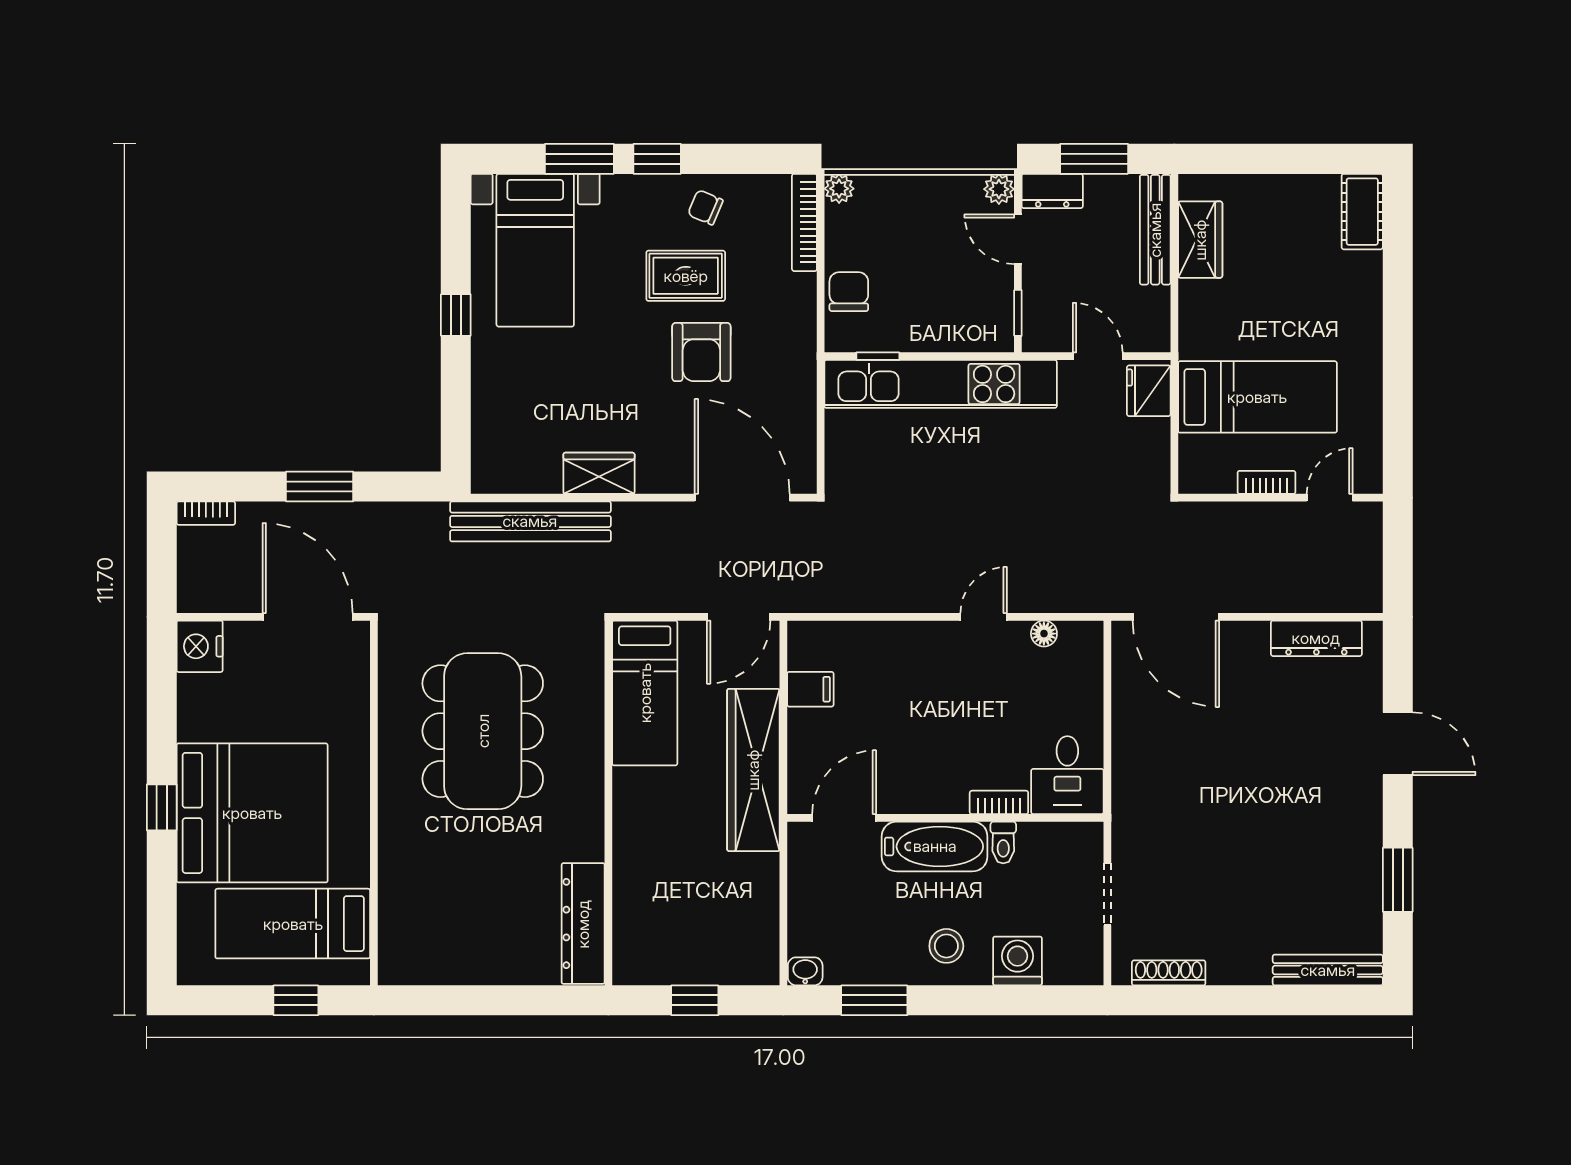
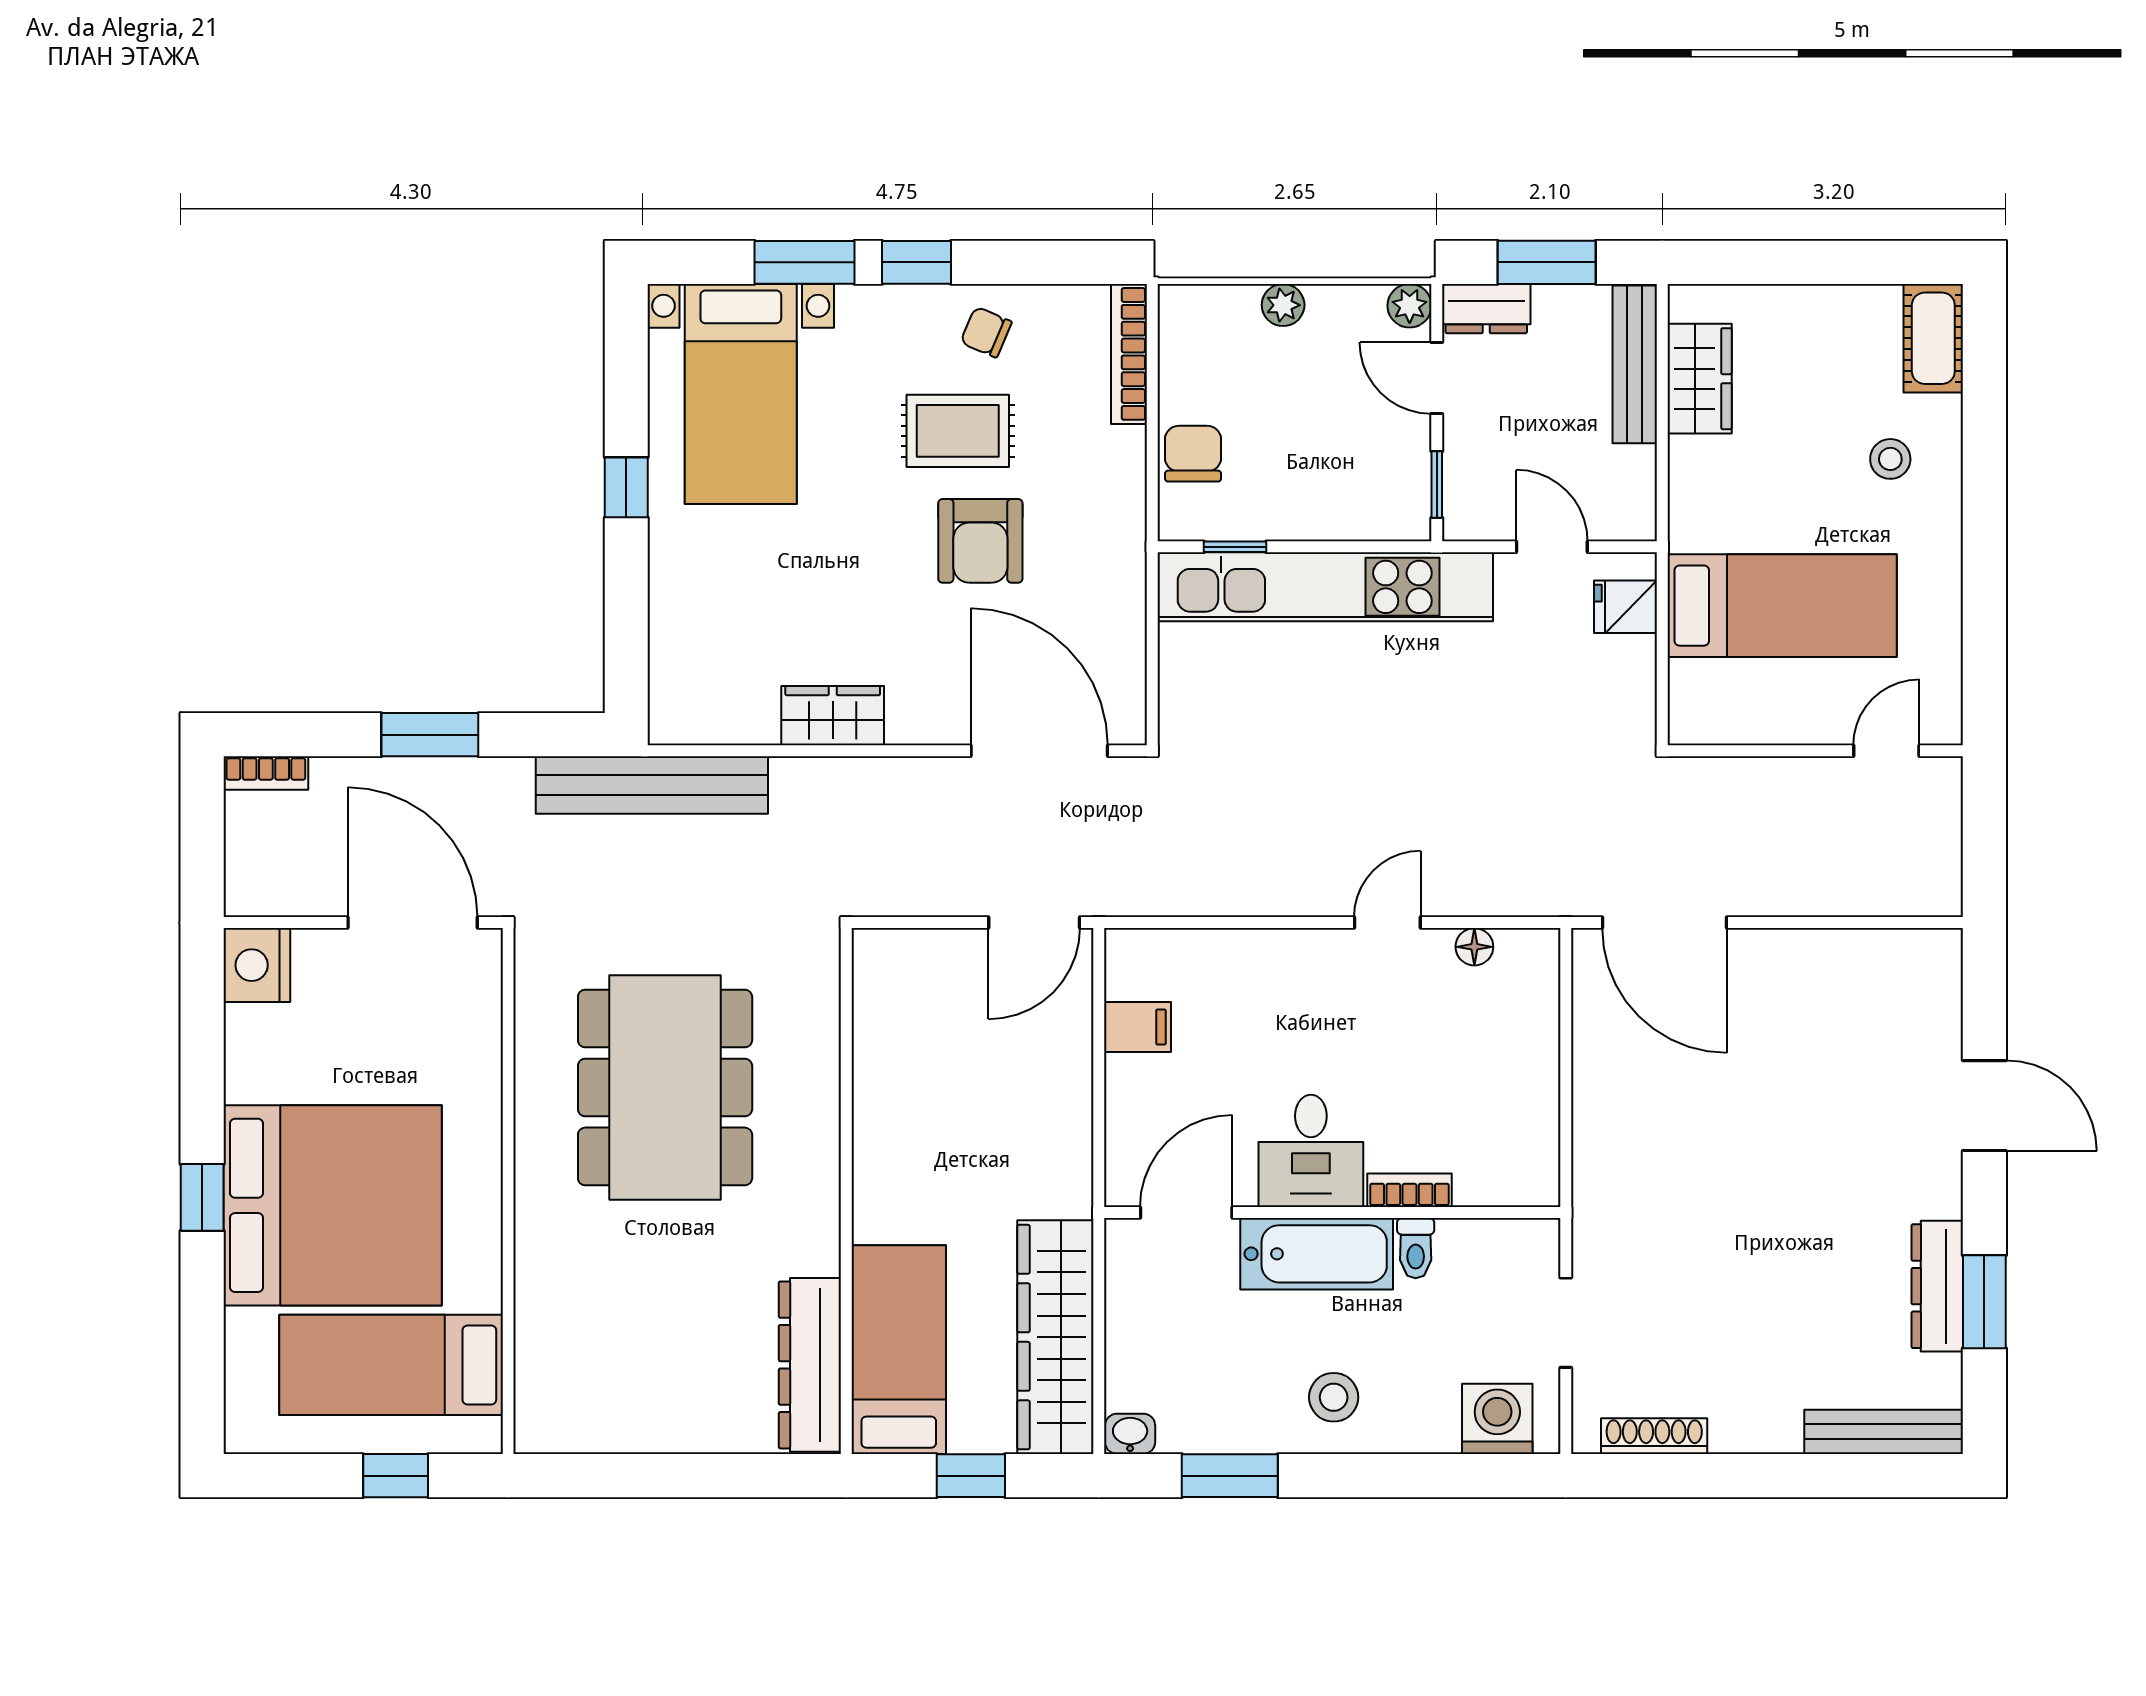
plant: (839, 189) -> (1283, 305), moved
stool: (1332, 295) -> (1890, 459), added
fridge: (1149, 391) -> (1625, 607), width x0.72
bookcase: (1266, 482) -> (1795, 729), removed
bench: (530, 521) -> (652, 785), moved
dresser: (1316, 638) -> (1937, 1286), moved, turned 90
bed: (645, 693) -> (899, 1350), moved, turned 180
wardrobe: (753, 770) -> (1055, 1337), moved
desk: (1067, 775) -> (1311, 1151), moved
washing machine: (1017, 961) -> (1497, 1419), moved

